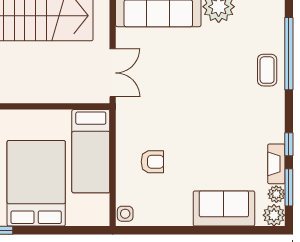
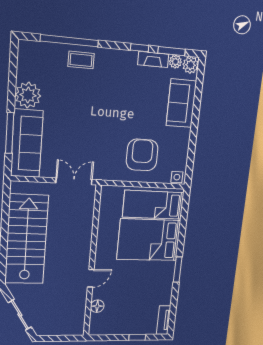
bed: (91, 151) -> (153, 205), moved, turned 180
armchair: (152, 162) -> (142, 155), width x1.88, depth x1.88

